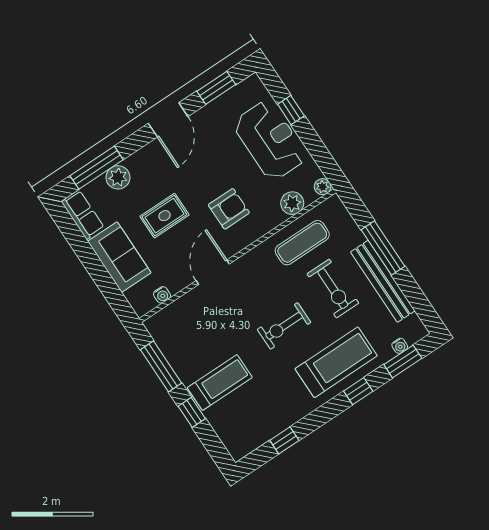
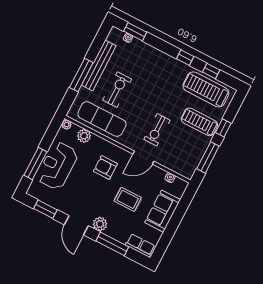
window: (291, 110) -> (35, 163), width x2.17
door: (168, 120) -> (76, 225), swing flipped
window: (97, 168) -> (112, 244), moved
plant: (118, 177) -> (100, 224), moved
row of seats: (83, 215) -> (140, 245), moved, turned 90
exercise mat: (302, 243) -> (102, 119), width x1.36, depth x1.45
exercise bike: (284, 326) -> (157, 130), moved, turned 90
treadmill: (336, 362) -> (206, 89), moved
window: (358, 391) -> (185, 58), moved

